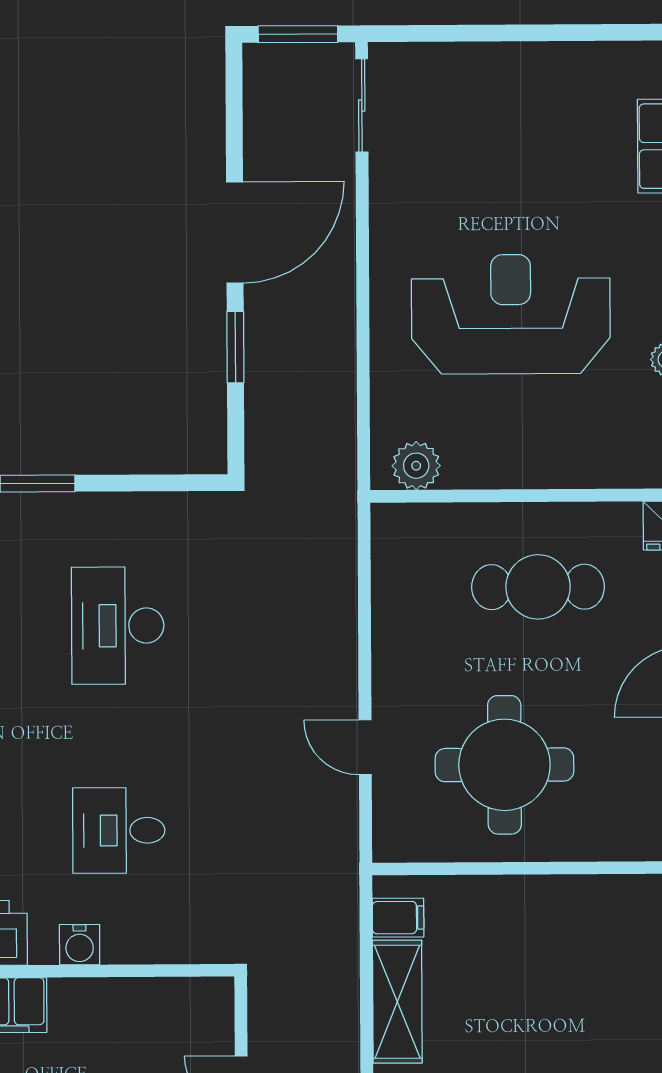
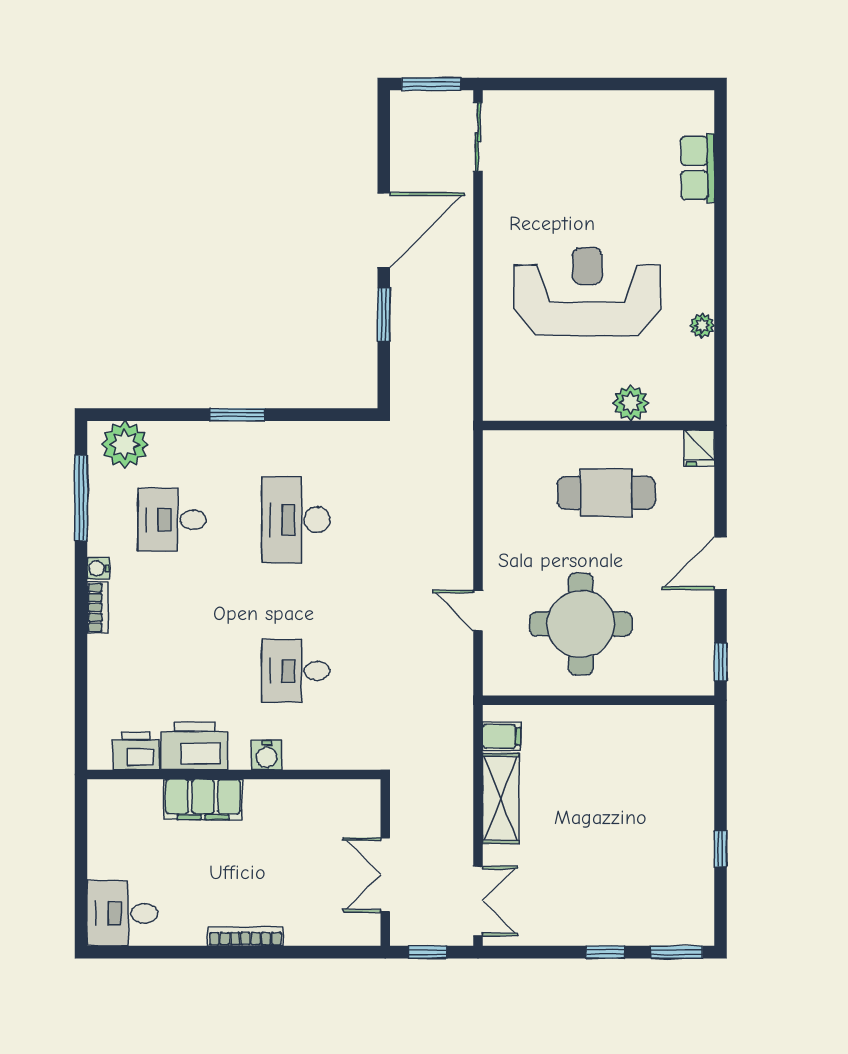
plant: (416, 466) -> (631, 403), moved

